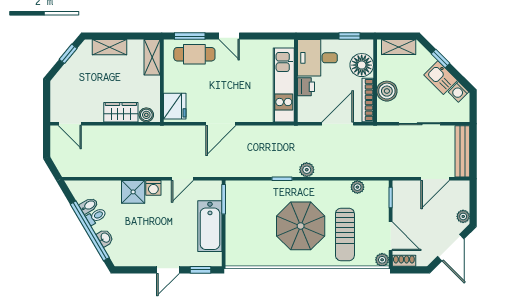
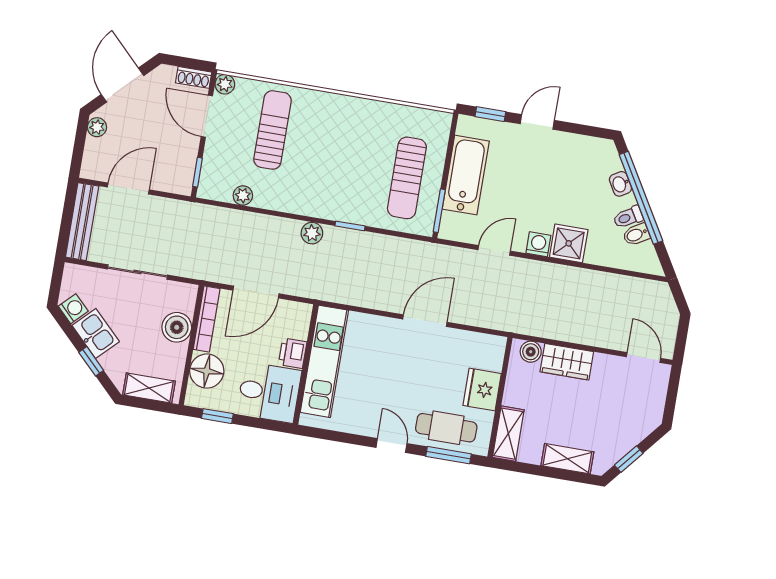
fridge: (175, 106) -> (482, 389), moved
sun lounger: (249, 218) -> (407, 178), added
parasol: (301, 226) -> (335, 153), removed

